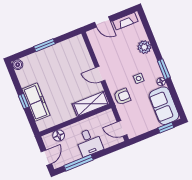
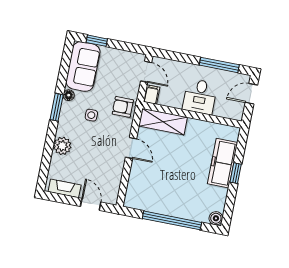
window: (44, 45) -> (172, 220), width x2.11
filing cabinet: (109, 116) -> (152, 95), added
floor lamp: (59, 135) -> (222, 110), removed
desk: (89, 142) -> (200, 97), moved, turned 180

